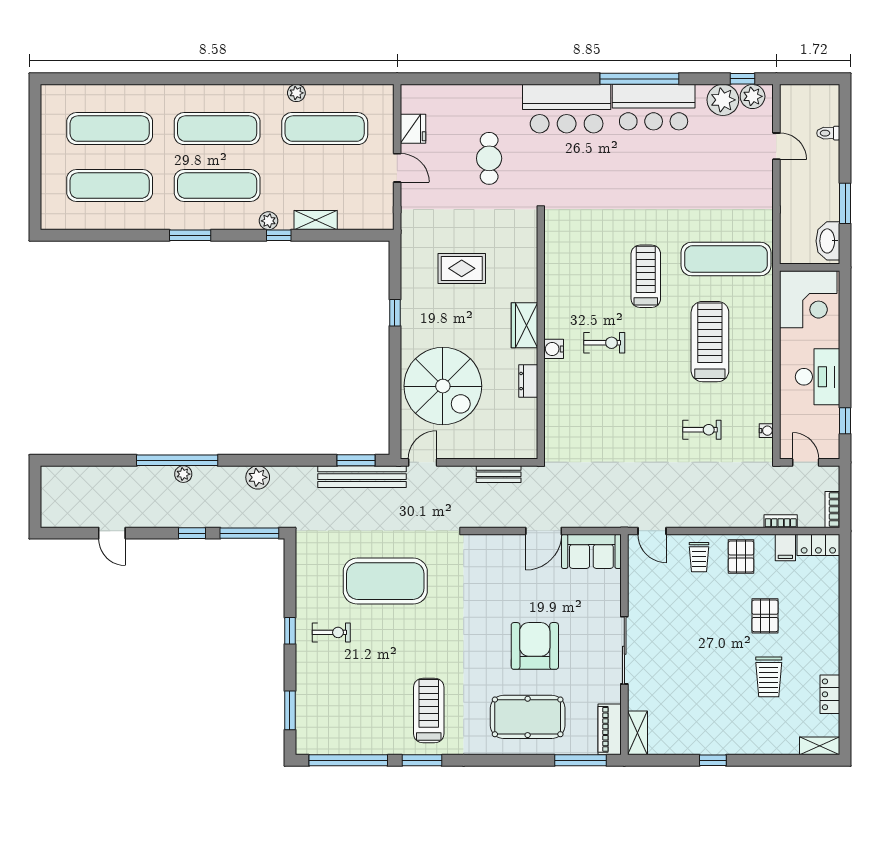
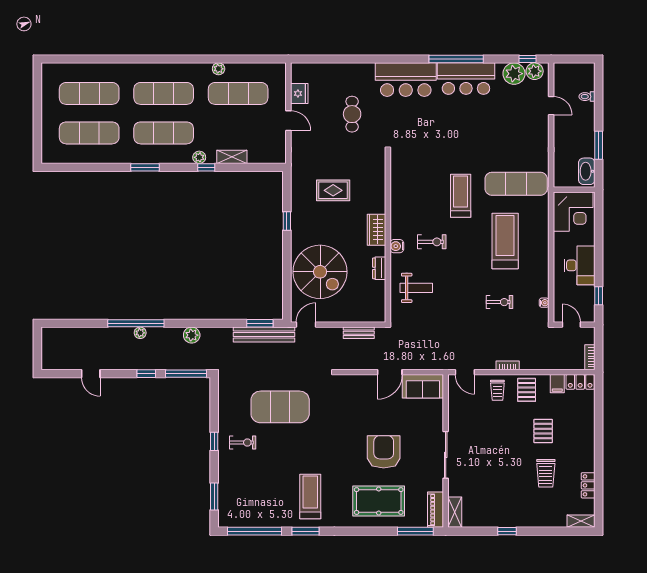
weight bench: (582, 409) -> (416, 288), added
bookcase: (781, 521) -> (508, 365), moved

